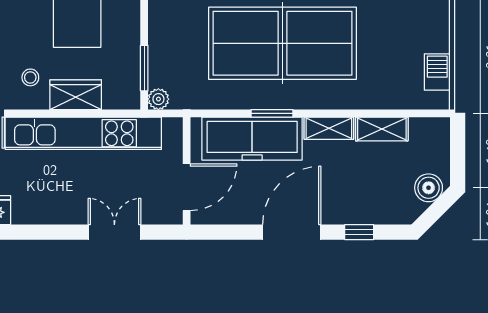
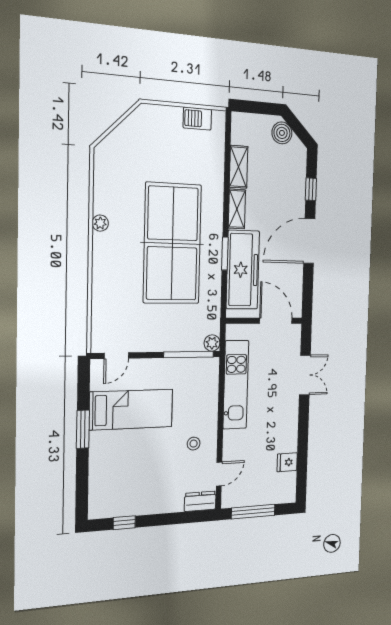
window: (144, 68) -> (189, 355), width x1.44
wardrobe: (76, 95) -> (207, 408), removed
kitchen unit: (83, 133) -> (236, 385), width x0.73
double door: (114, 232) -> (305, 375), swing flipped
door: (292, 232) -> (309, 241), hinge flipped

